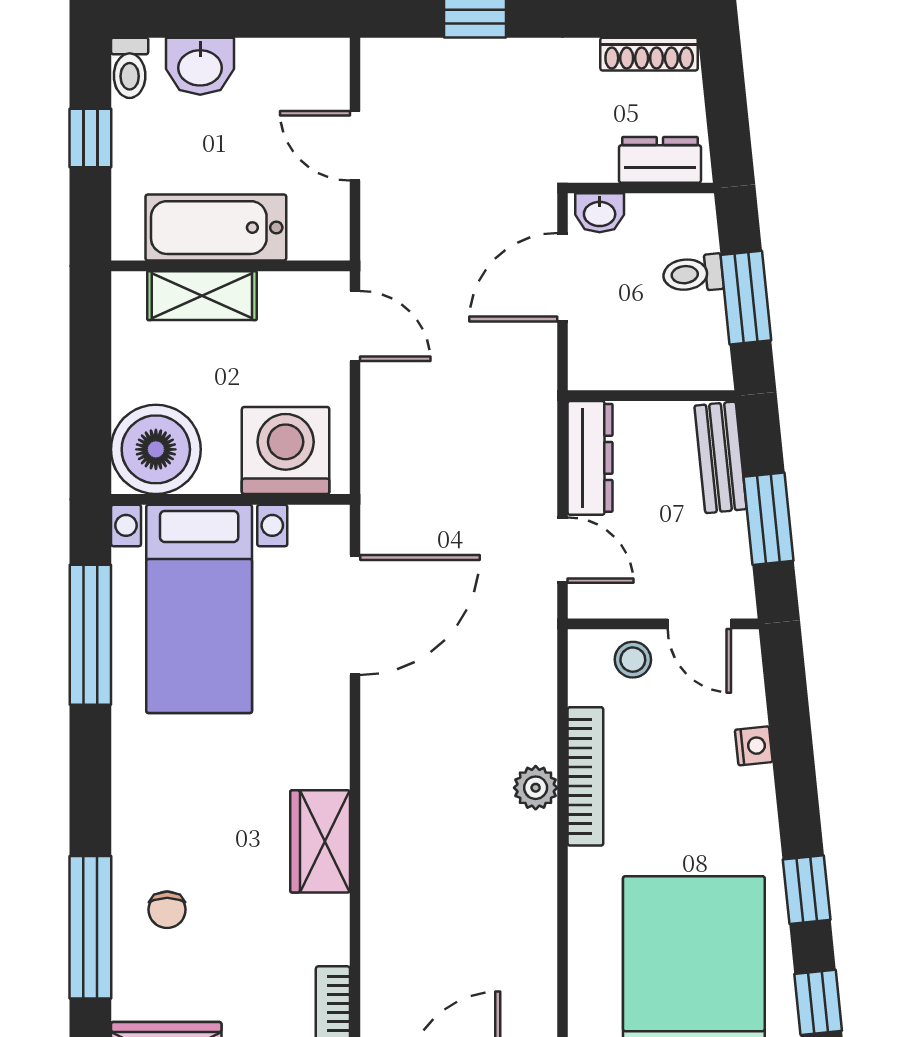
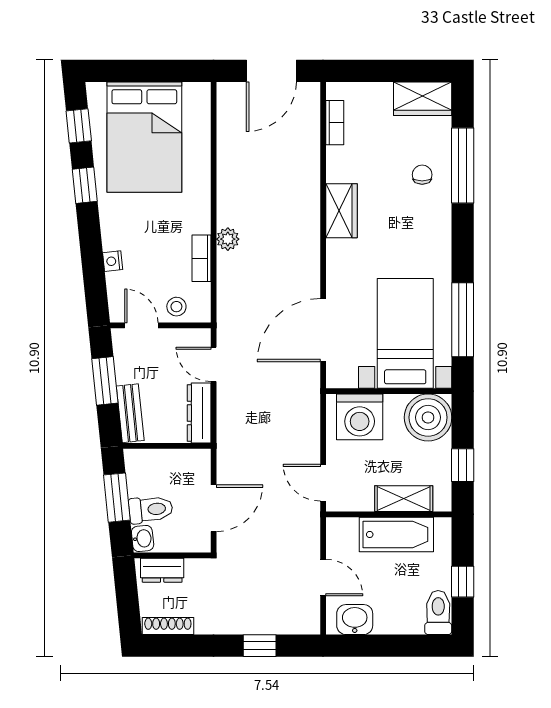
washbasin: (200, 66) -> (355, 620), moved
toilet: (130, 68) -> (438, 613), width x1.37, depth x1.39
washbasin: (600, 213) -> (143, 539), moved, turned 84
toilet: (693, 274) -> (151, 509), width x1.37, depth x1.39
window: (90, 359) -> (463, 465), added
bookcase: (585, 776) -> (201, 258), width x0.64

